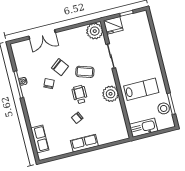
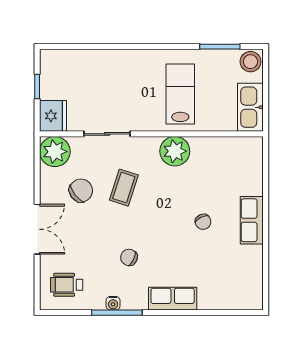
double door: (42, 34) -> (37, 229), moved
chair: (60, 67) -> (81, 190), moved
wheelchair: (80, 94) -> (67, 285), moved
stool: (164, 108) -> (251, 62), moved
row of seats: (40, 139) -> (173, 299), moved

